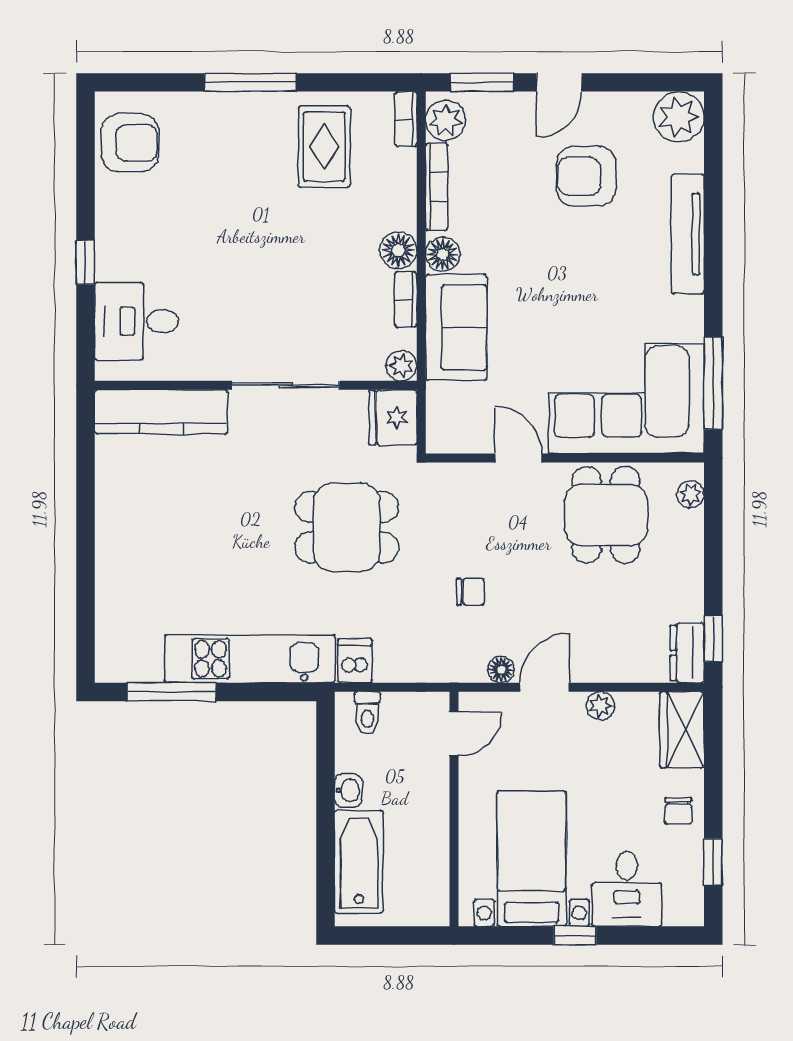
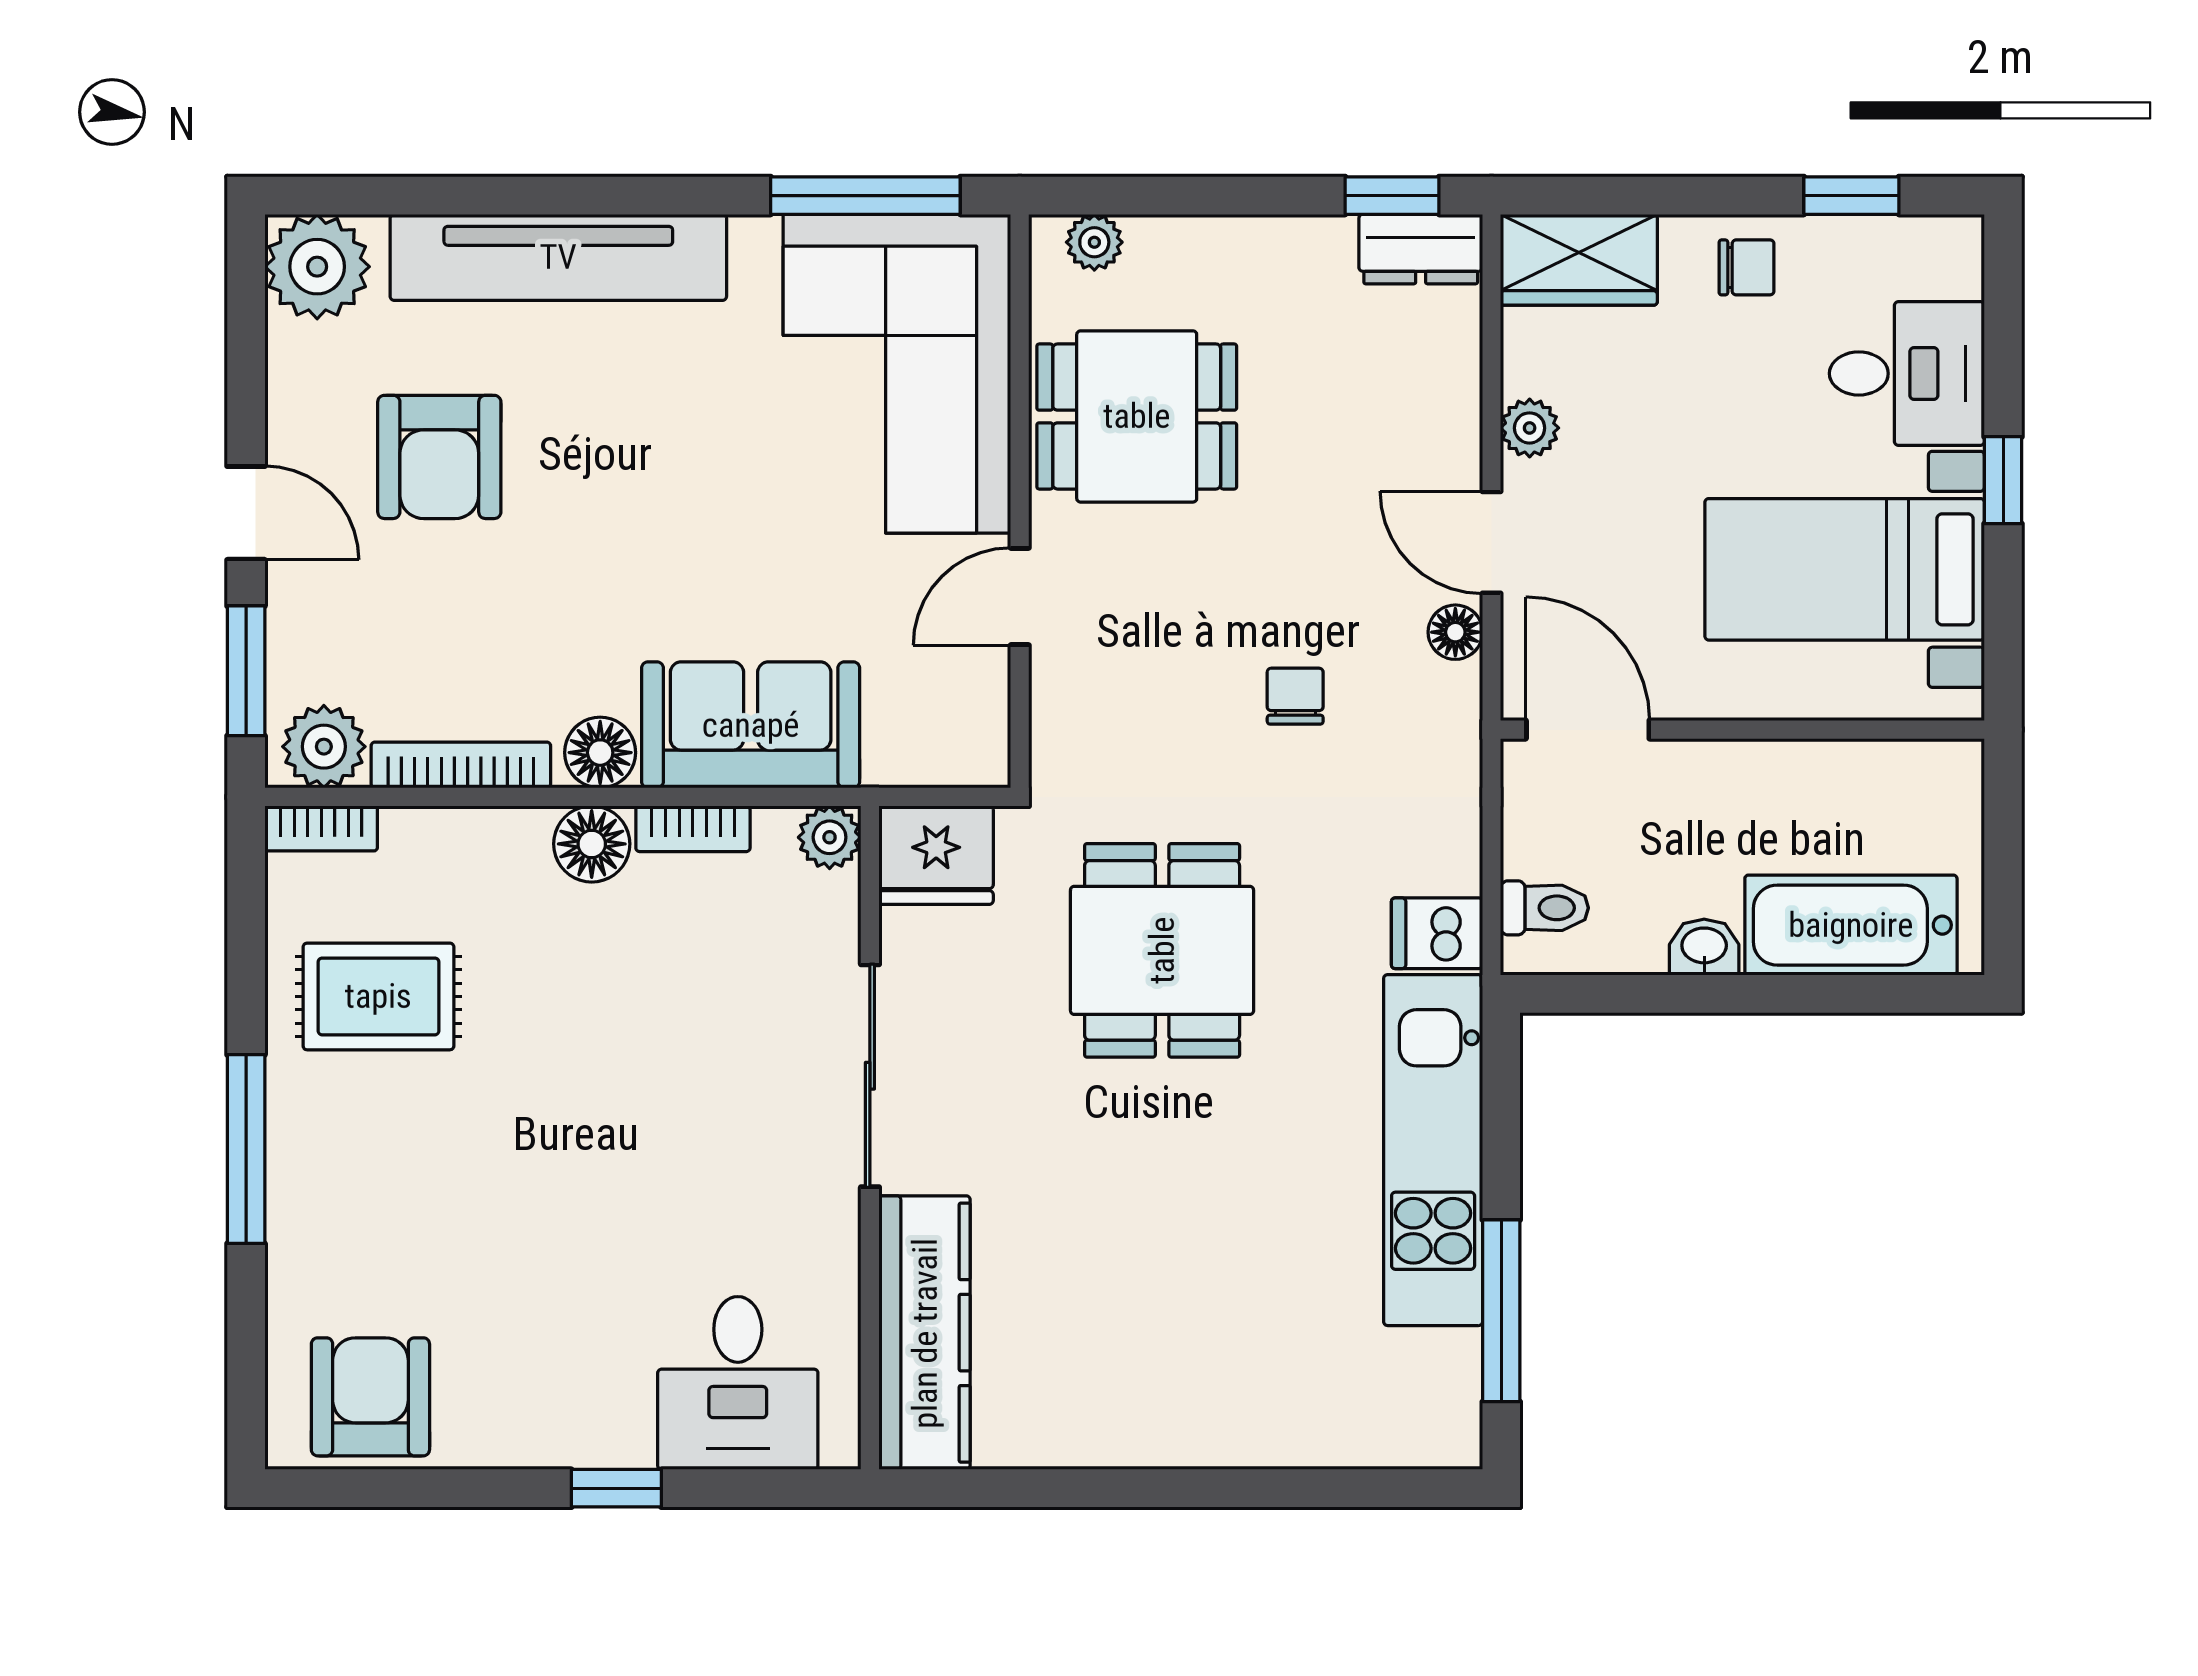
tv unit: (688, 234) -> (558, 257), width x1.36, depth x1.29
door: (454, 734) -> (1588, 730), width x1.38

